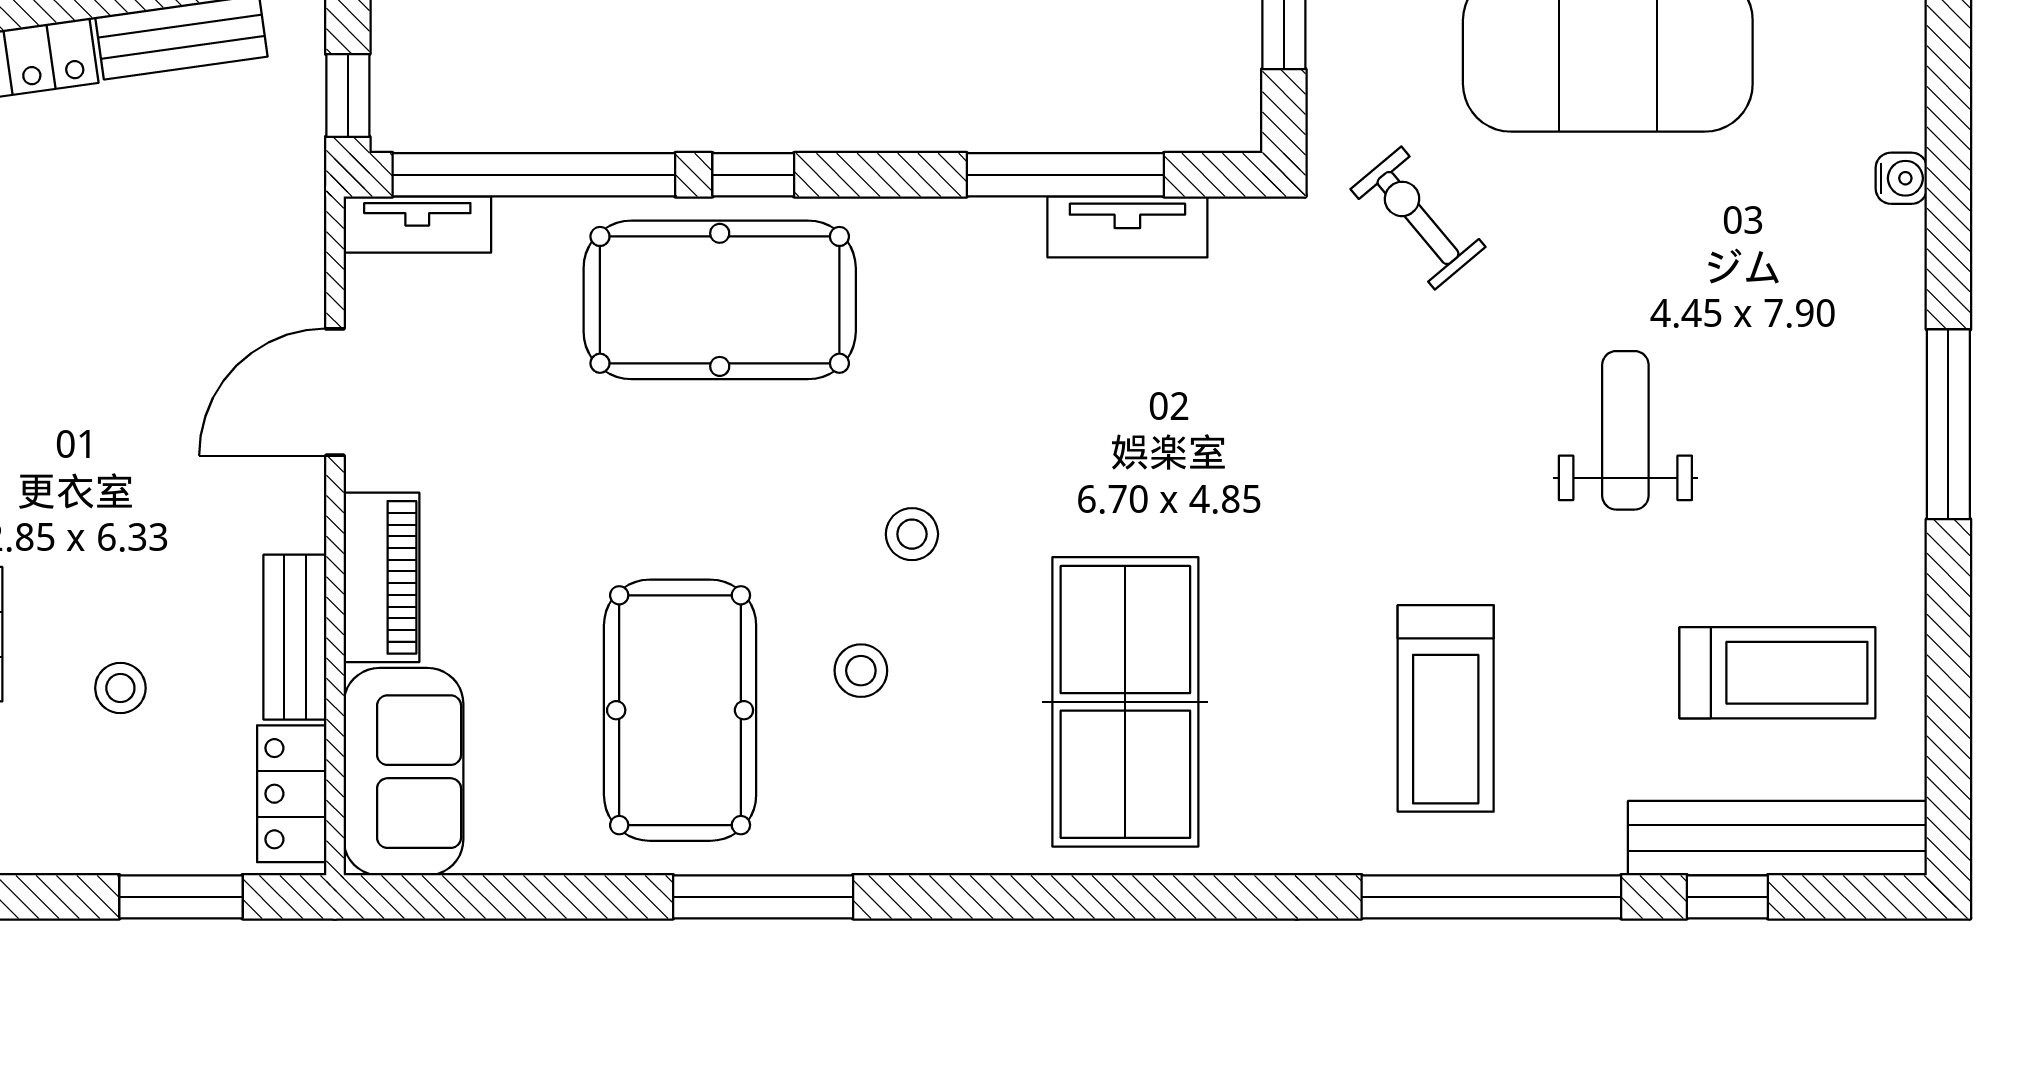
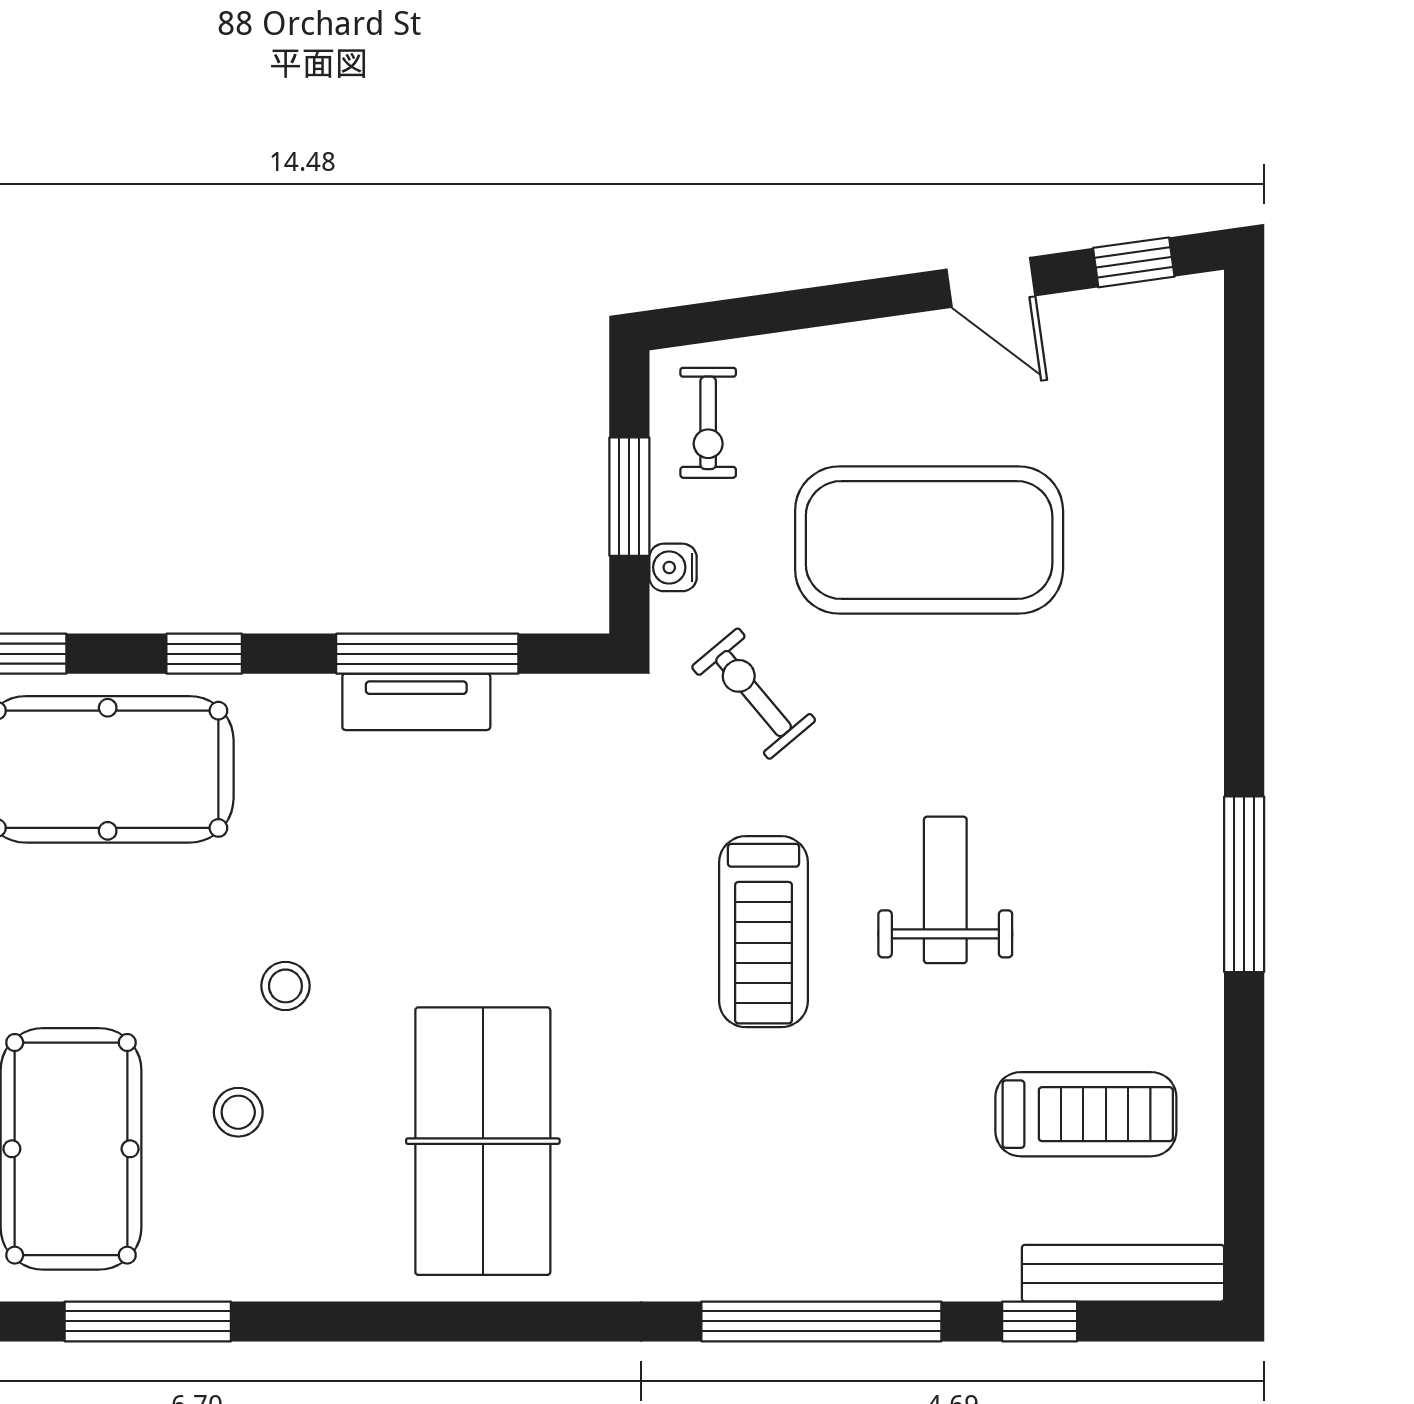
window: (753, 175) -> (204, 654), moved
water cooler: (1901, 178) -> (673, 567), moved, turned 180
tv unit: (1127, 227) -> (416, 702), moved
treadmill: (1446, 708) -> (763, 932), moved
bench: (1777, 838) -> (1123, 1273), width x0.73, depth x0.82

